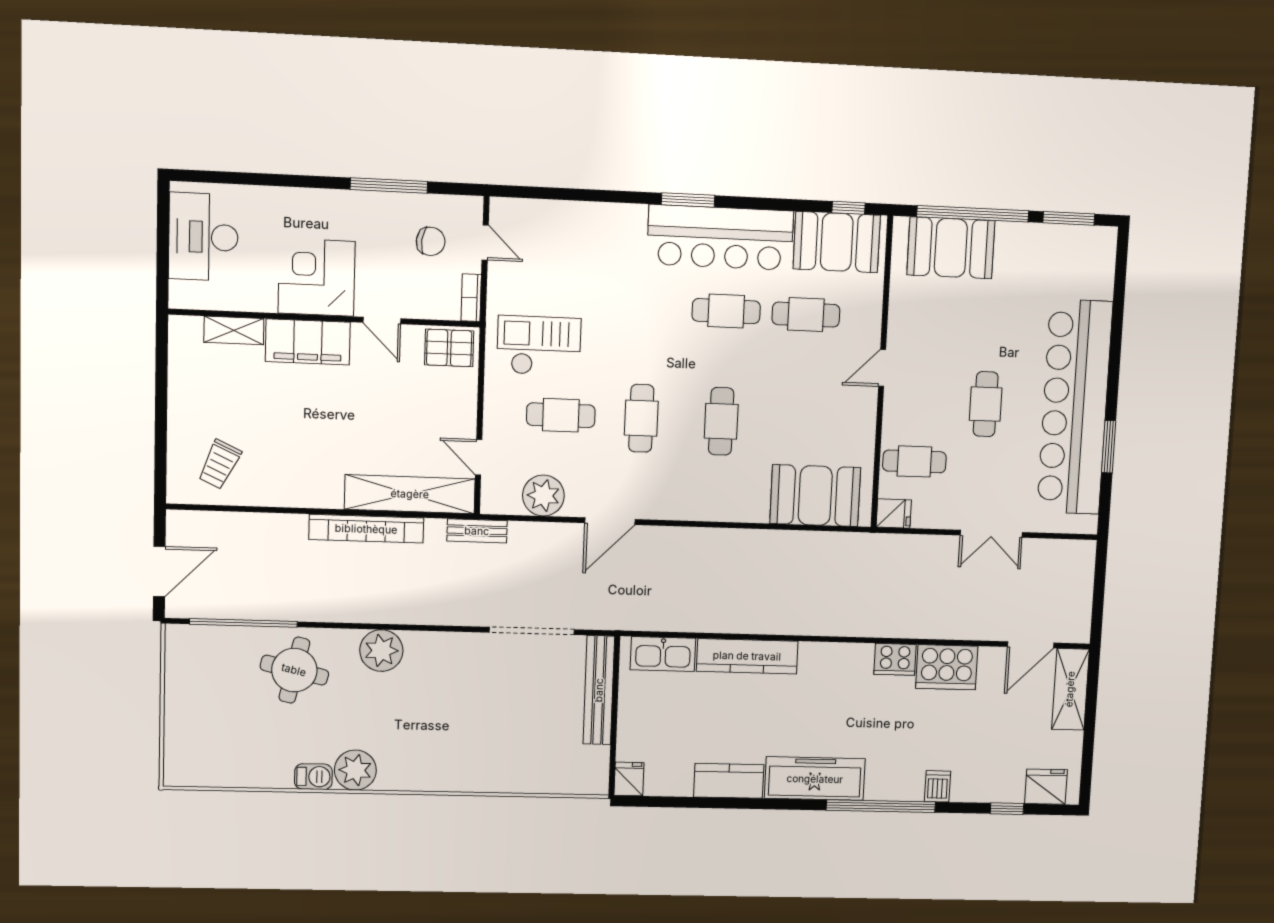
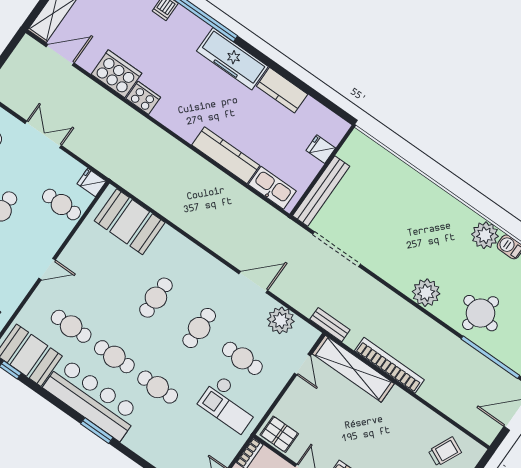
cafe table: (646, 308) -> (158, 387), added
fridge: (629, 779) -> (321, 149), moved, turned 90

